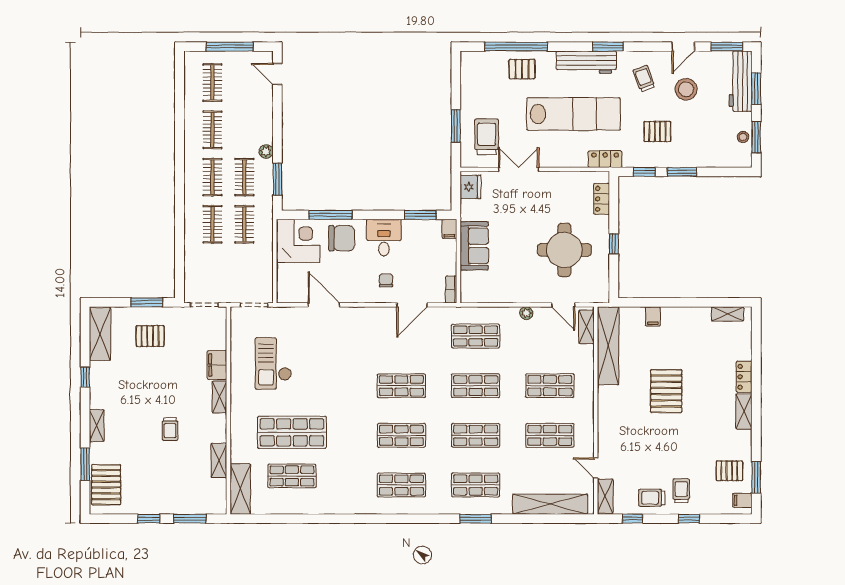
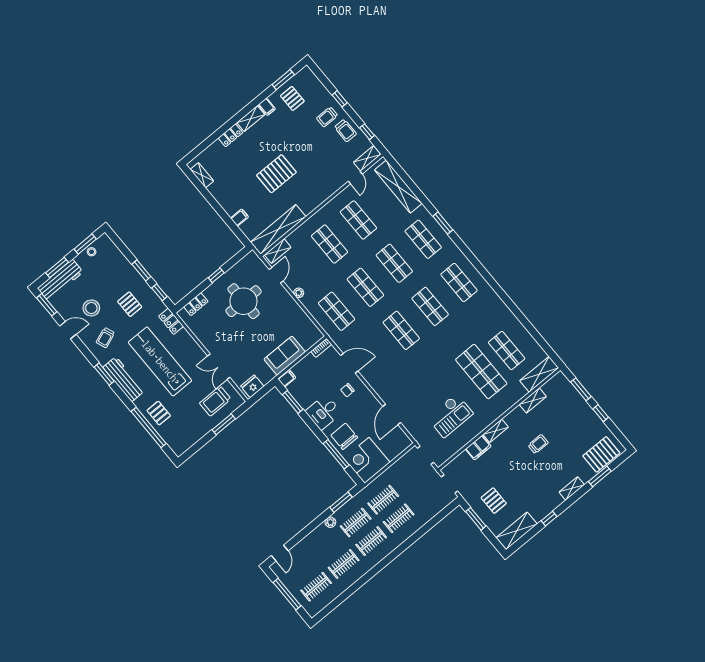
filing cabinet: (742, 500) -> (267, 107), moved

